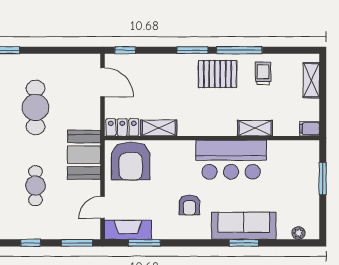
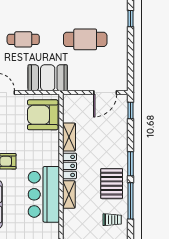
locker: (122, 127) -> (69, 166), moved
shelving: (255, 128) -> (69, 194), moved

